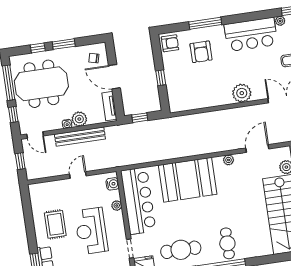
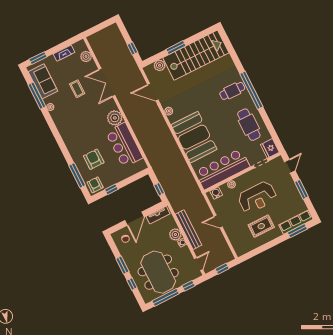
window: (205, 23) -> (77, 175), moved
bar counter: (251, 34) -> (124, 145), moved, turned 180
armchair: (201, 52) -> (94, 159), turned -90
window: (161, 78) -> (111, 189), moved

